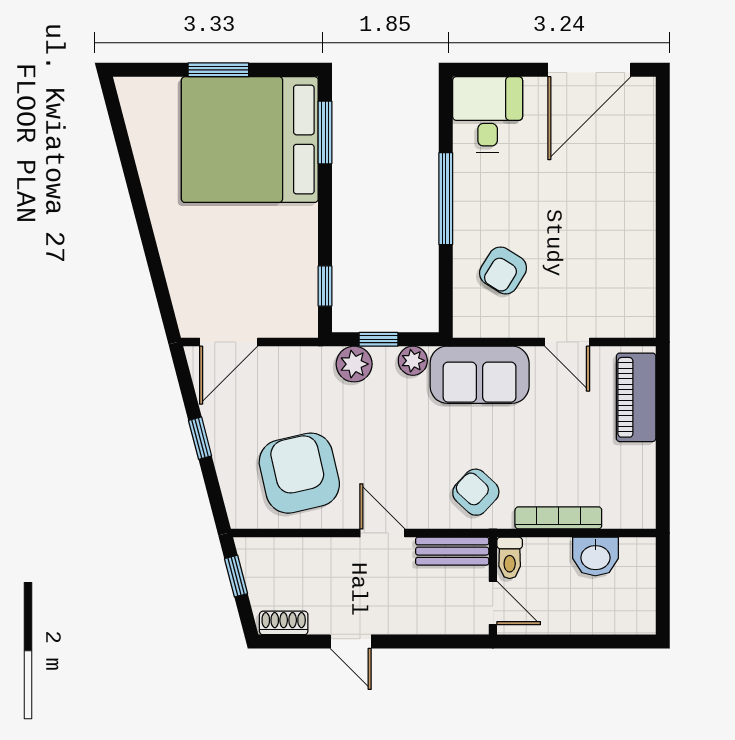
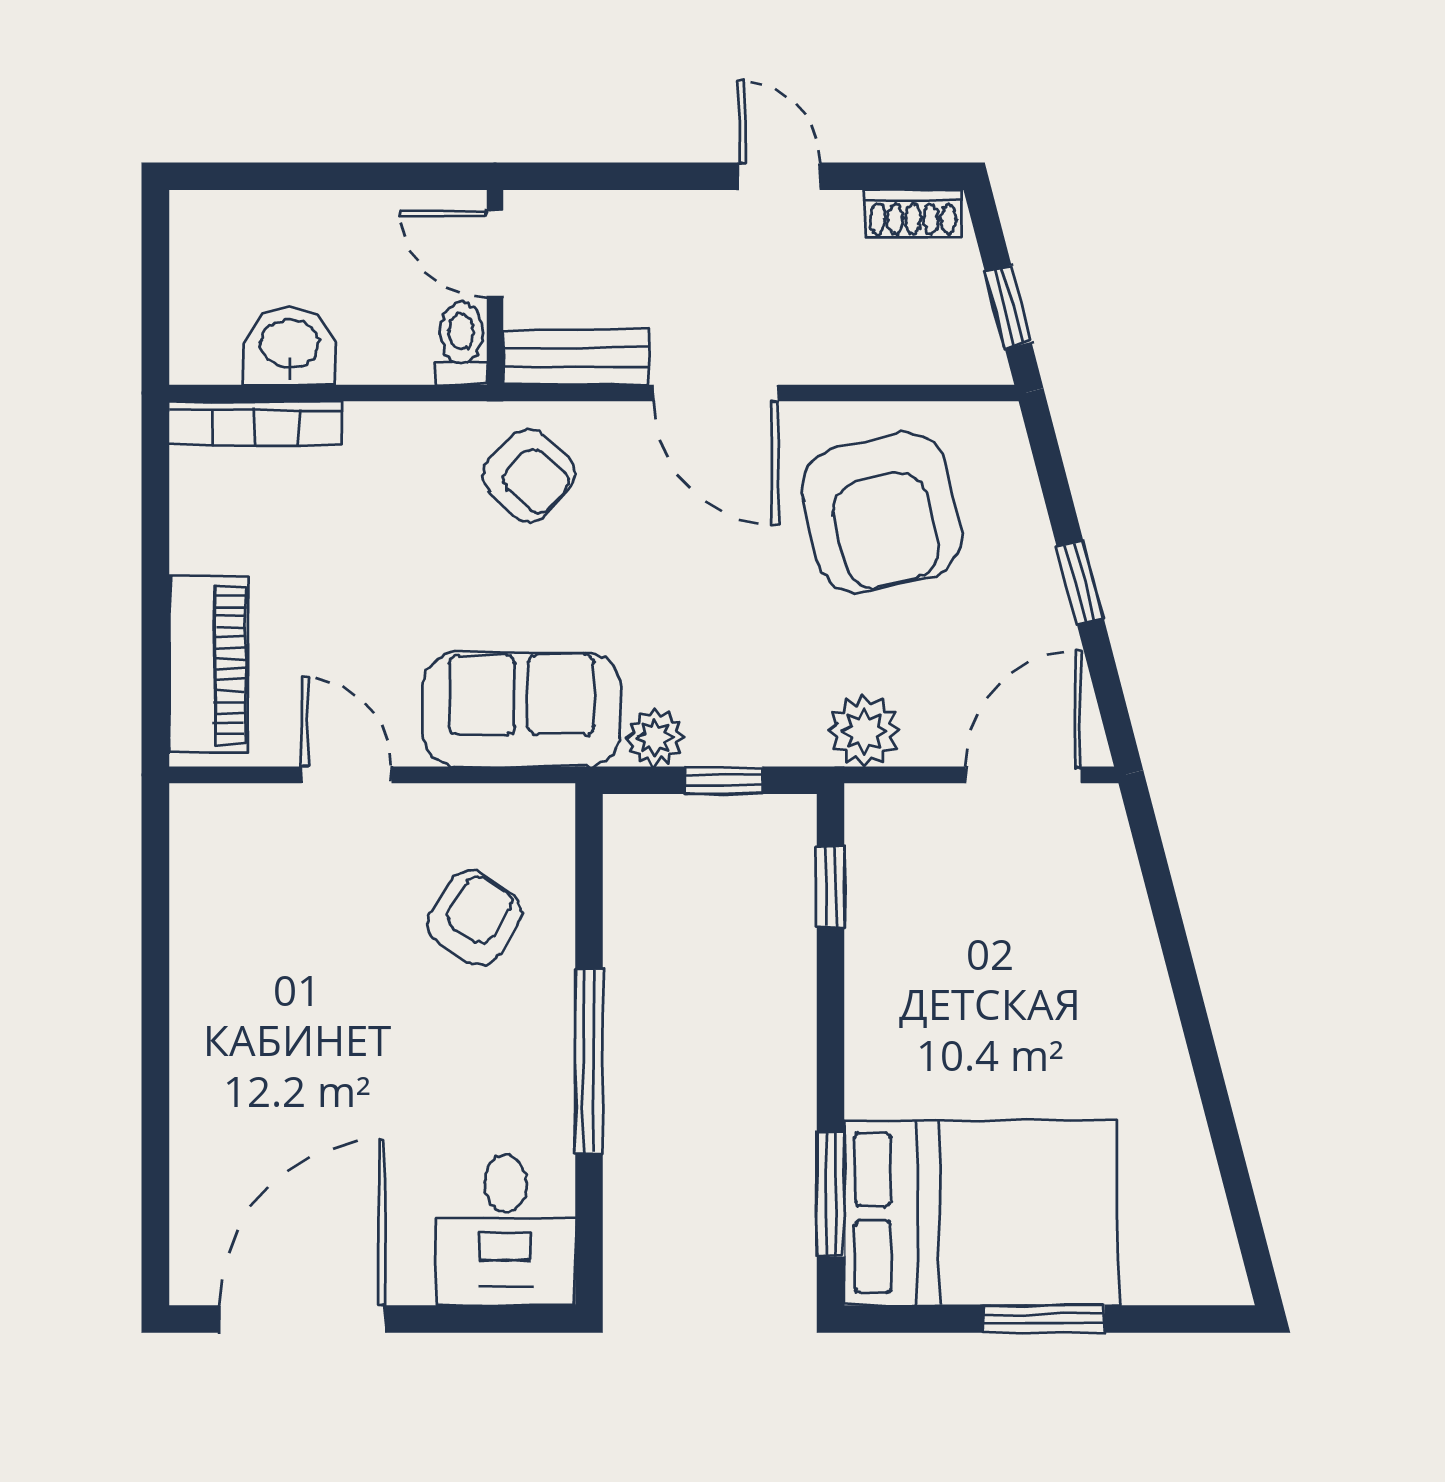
bed: (250, 140) -> (981, 1213), width x0.73
plant: (354, 364) -> (864, 731), moved
bookcase: (558, 518) -> (256, 423), moved
door: (382, 533) -> (716, 393), width x1.38

